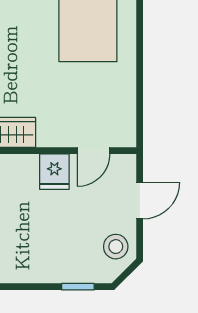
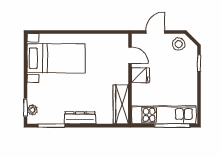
door: (140, 201) -> (155, 32), hinge flipped

